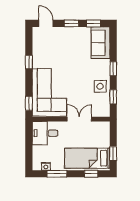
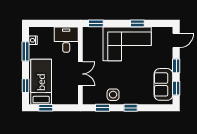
sofa: (101, 43) -> (163, 84), moved, turned -90
corner sofa: (49, 92) -> (127, 44), moved

